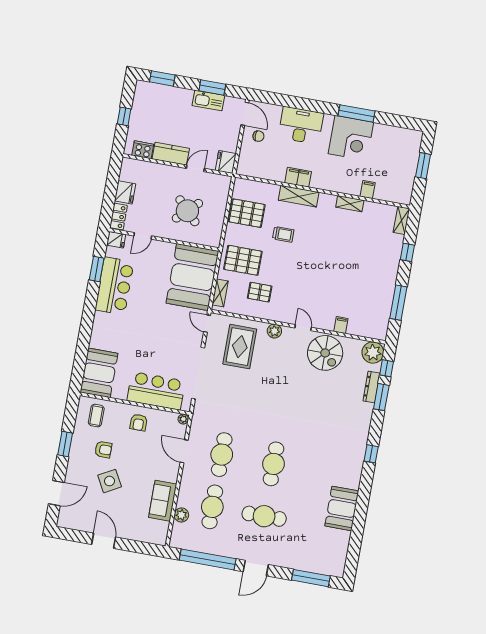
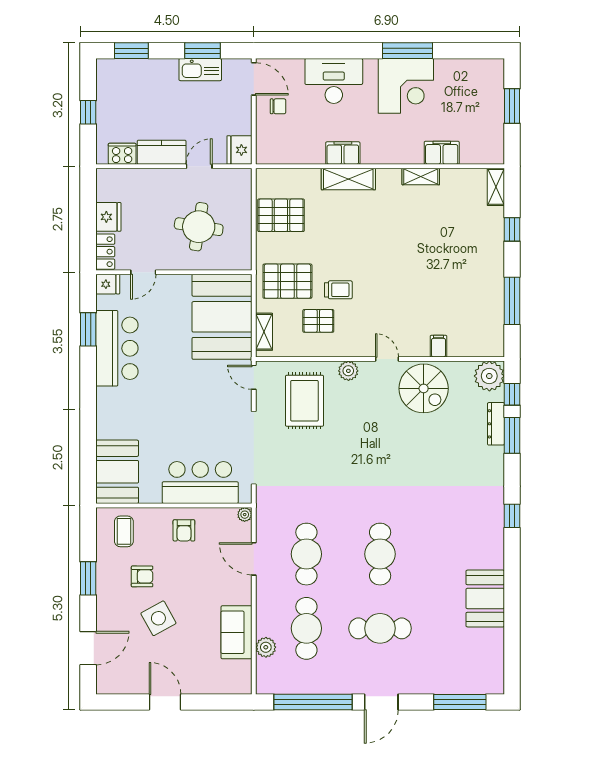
filing cabinet: (368, 190) -> (442, 153), width x2.00
round table: (187, 211) -> (199, 227), turned -37
trolley: (283, 234) -> (338, 290), moved

